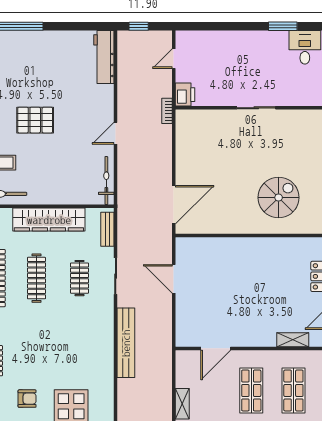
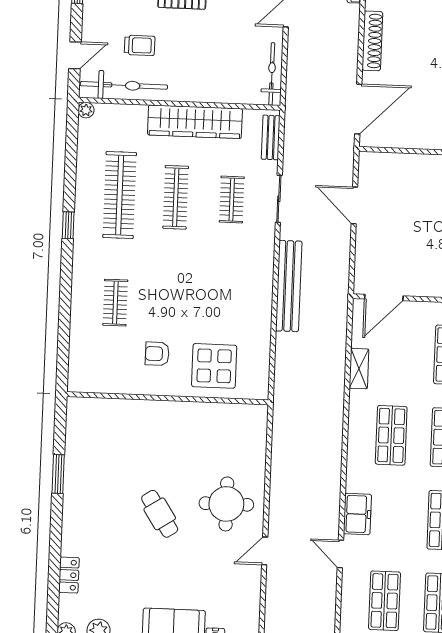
shoe rack: (182, 152) -> (372, 41), added
door: (216, 348) -> (384, 297), moved
armchair: (27, 399) -> (157, 354), turned 180

